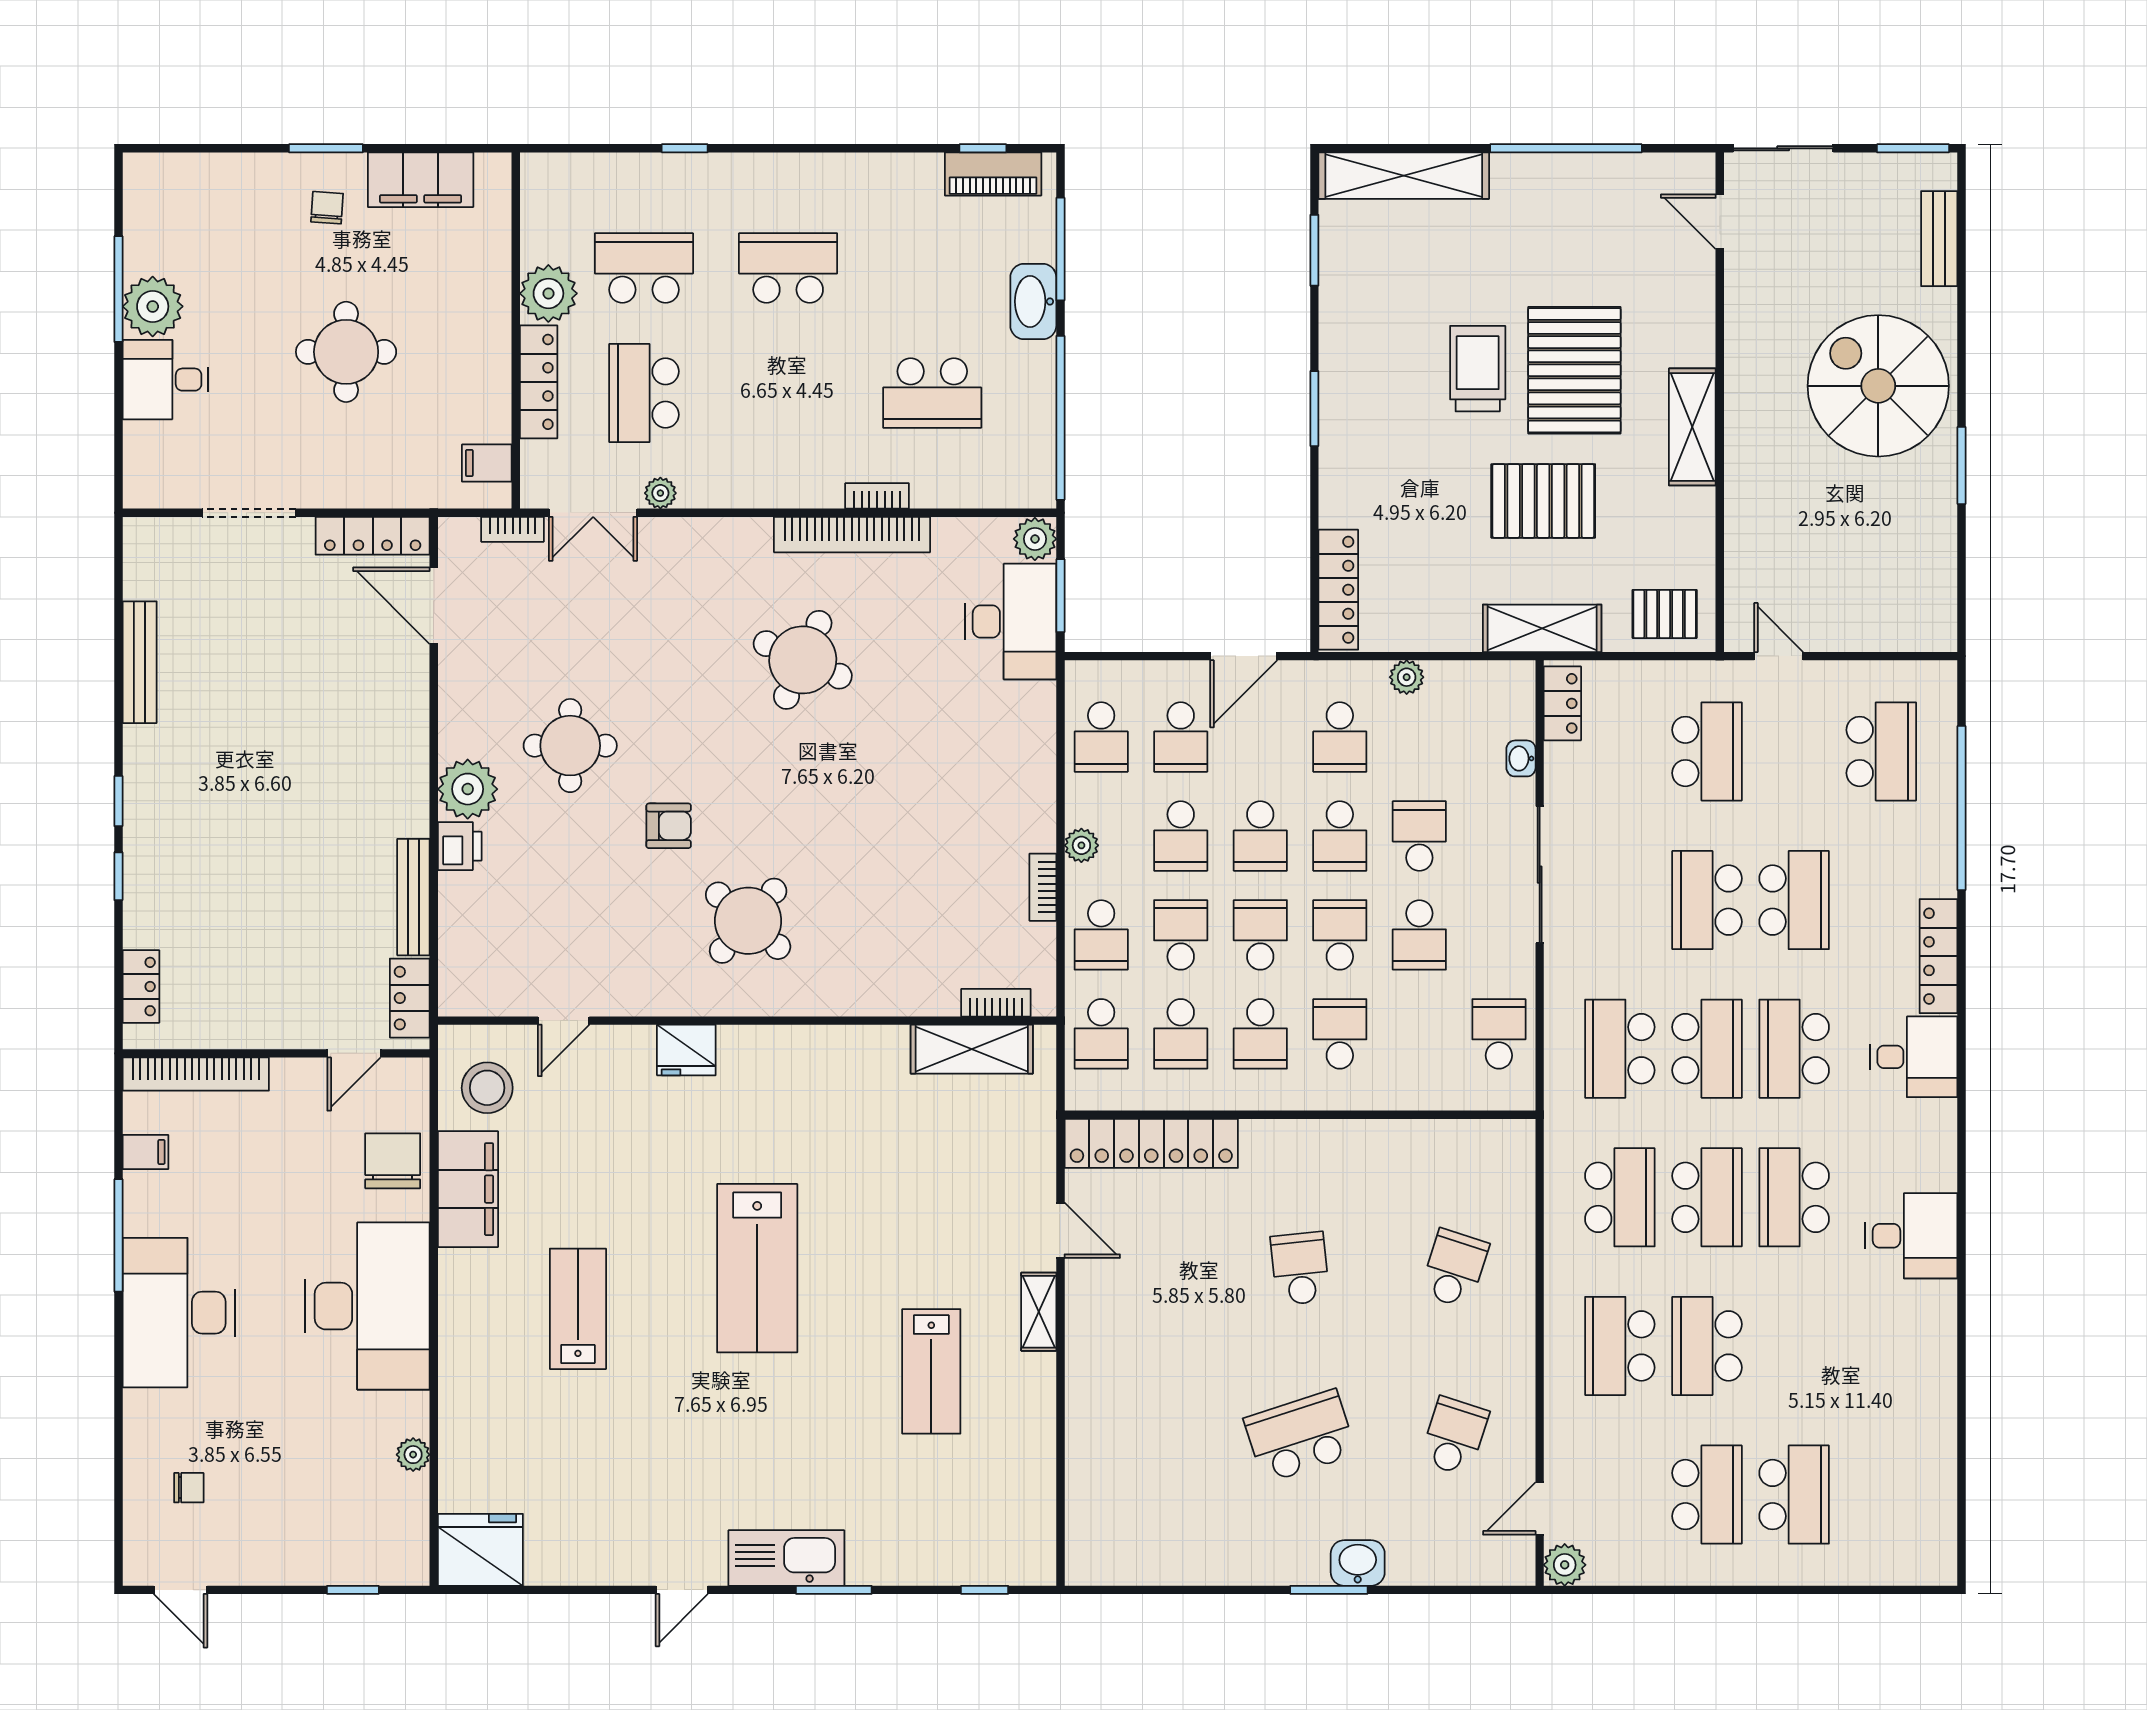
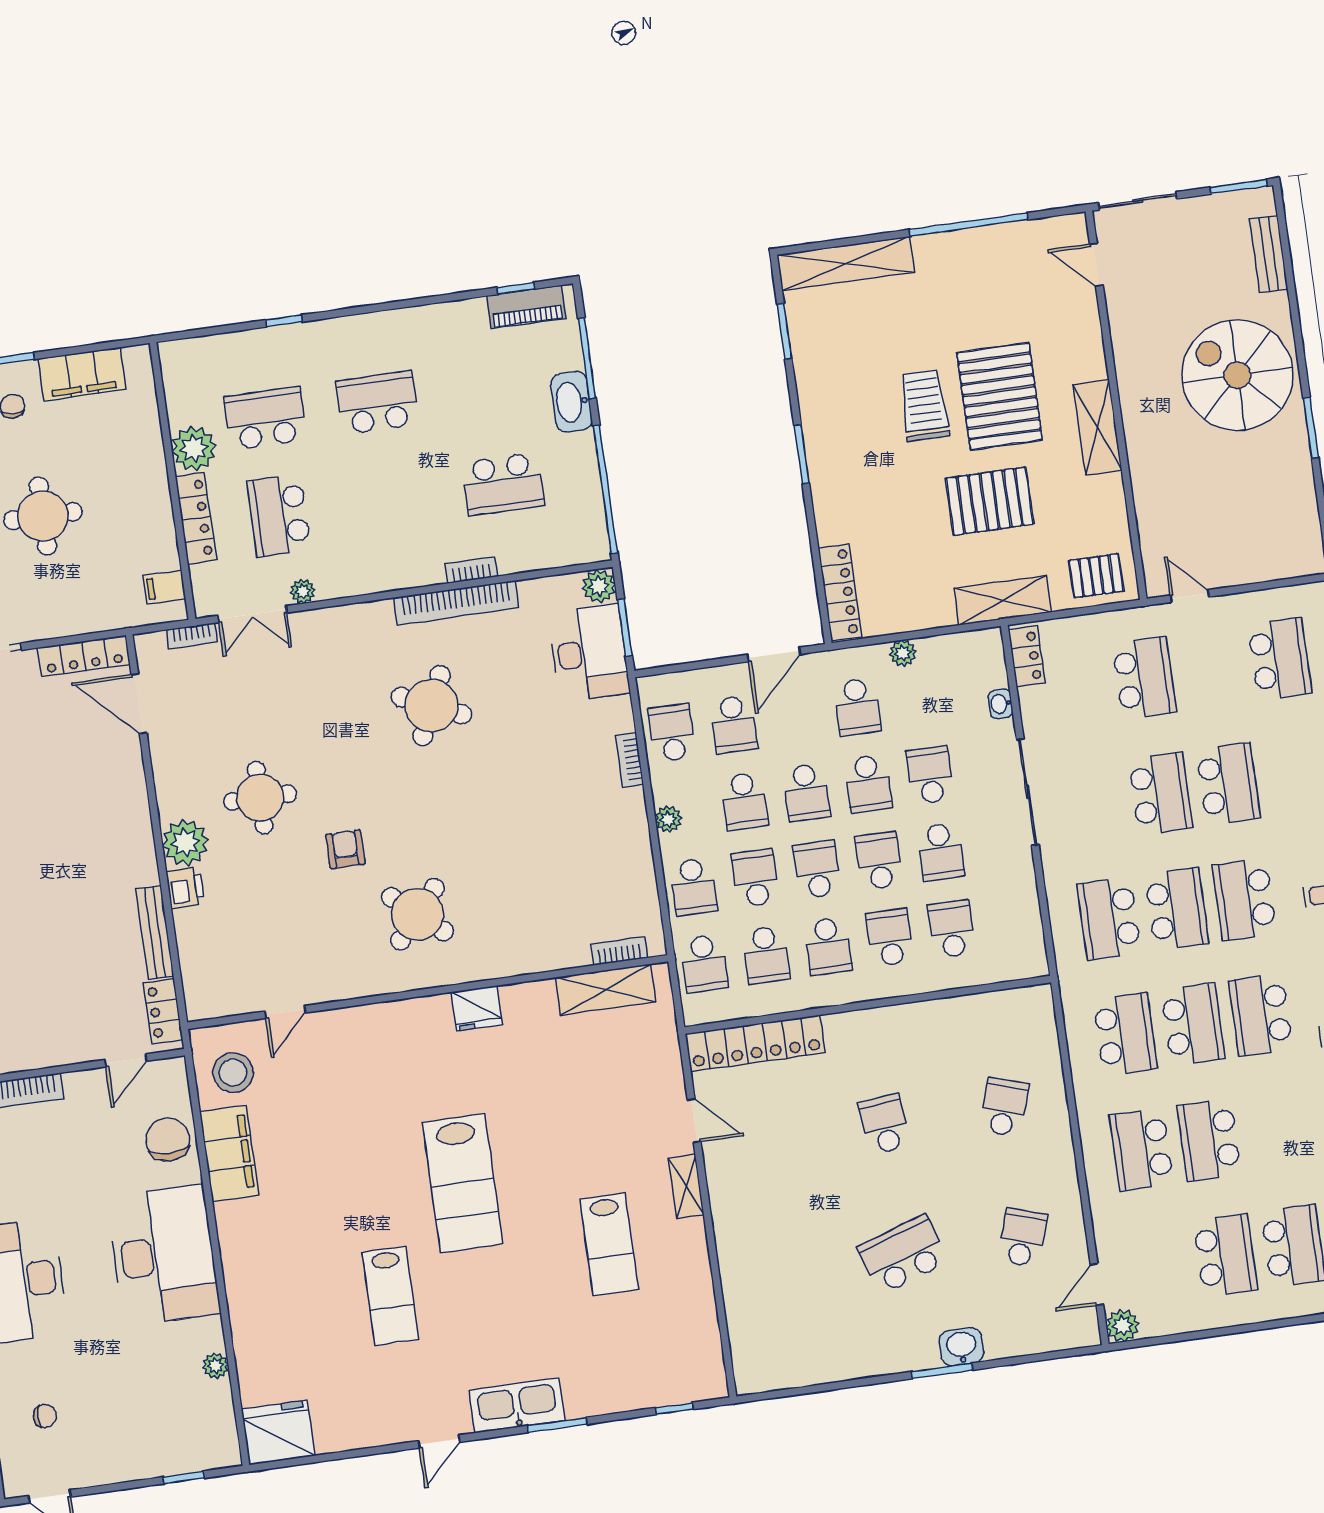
school desk: (1101, 737) -> (672, 733), turned 180
armchair: (669, 826) -> (345, 849), turned -90
bookcase: (1043, 887) -> (629, 760), moved
school desk: (1707, 900) -> (1160, 793), turned 180
school desk: (1499, 1034) -> (952, 929), moved
fridge: (686, 1050) -> (477, 1008), moved
lab bench: (578, 1309) -> (390, 1296), moved, turned 180

